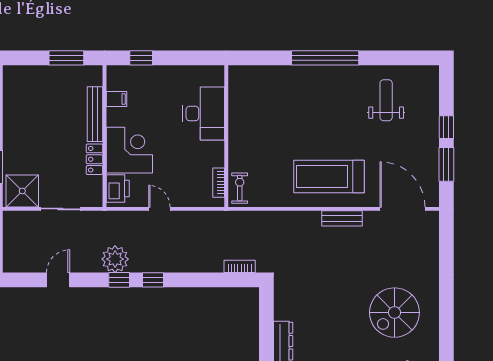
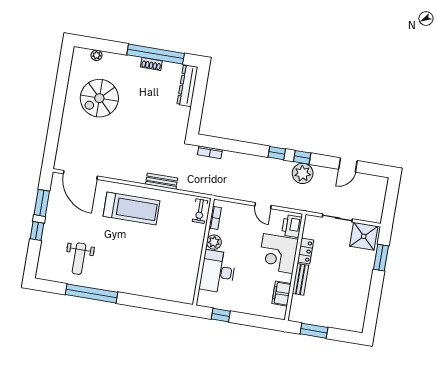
window: (141, 58) -> (221, 315), moved
window: (325, 58) -> (91, 293), moved
filing cabinet: (116, 99) -> (281, 294), width x2.00
bench: (95, 114) -> (300, 279), width x0.73
plant: (215, 151) -> (214, 242), added
bench: (342, 218) -> (162, 181), moved
spiral stairs: (394, 313) -> (99, 98), turned 180

